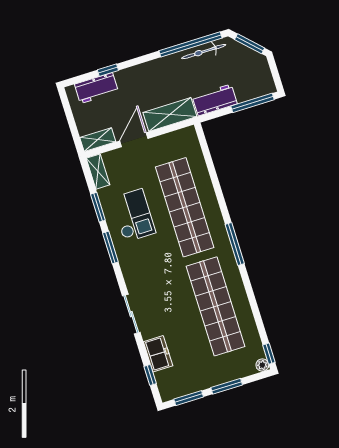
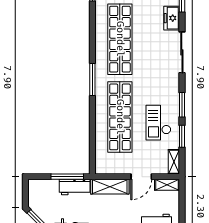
window: (252, 103) -> (67, 177), moved
sliding door: (131, 314) -> (182, 52), width x1.37

